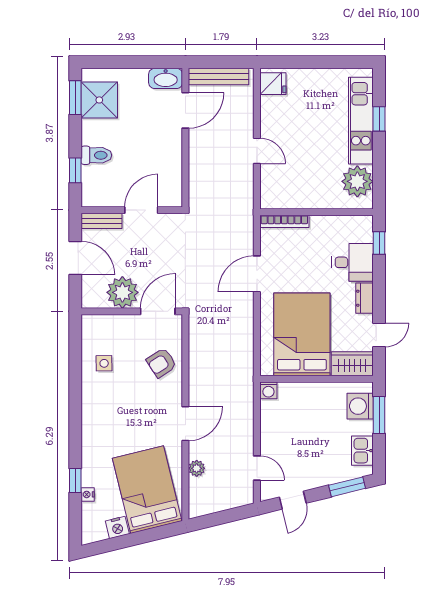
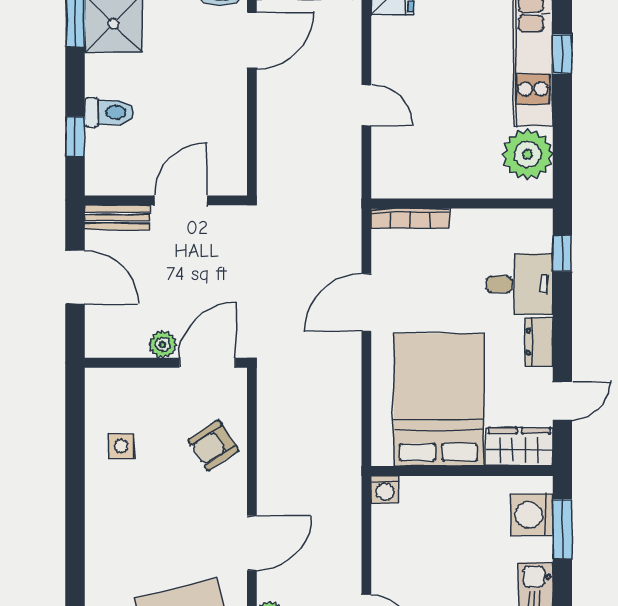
plant: (122, 292) -> (163, 344), width x0.53, depth x0.53

